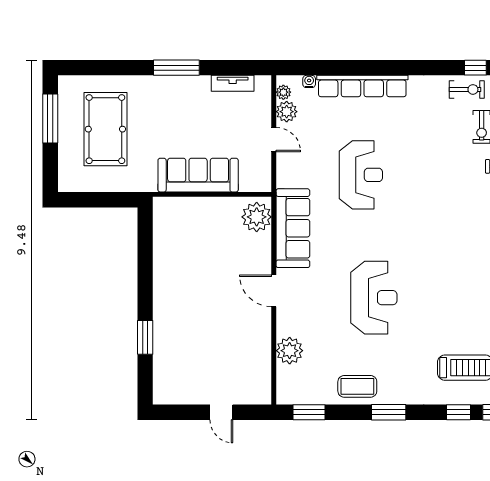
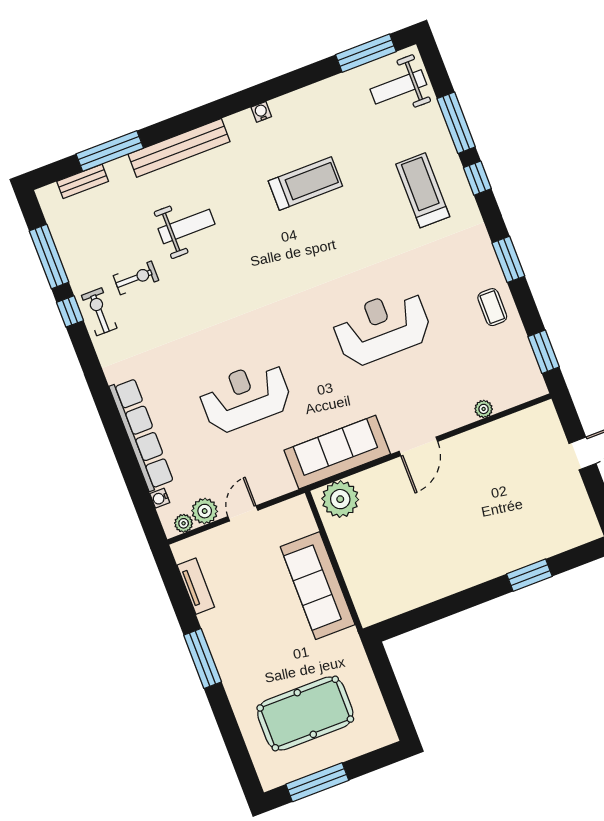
plant: (290, 351) -> (484, 409), width x0.53, depth x0.53
coffee table: (357, 386) -> (492, 307), width x0.73, depth x0.77

